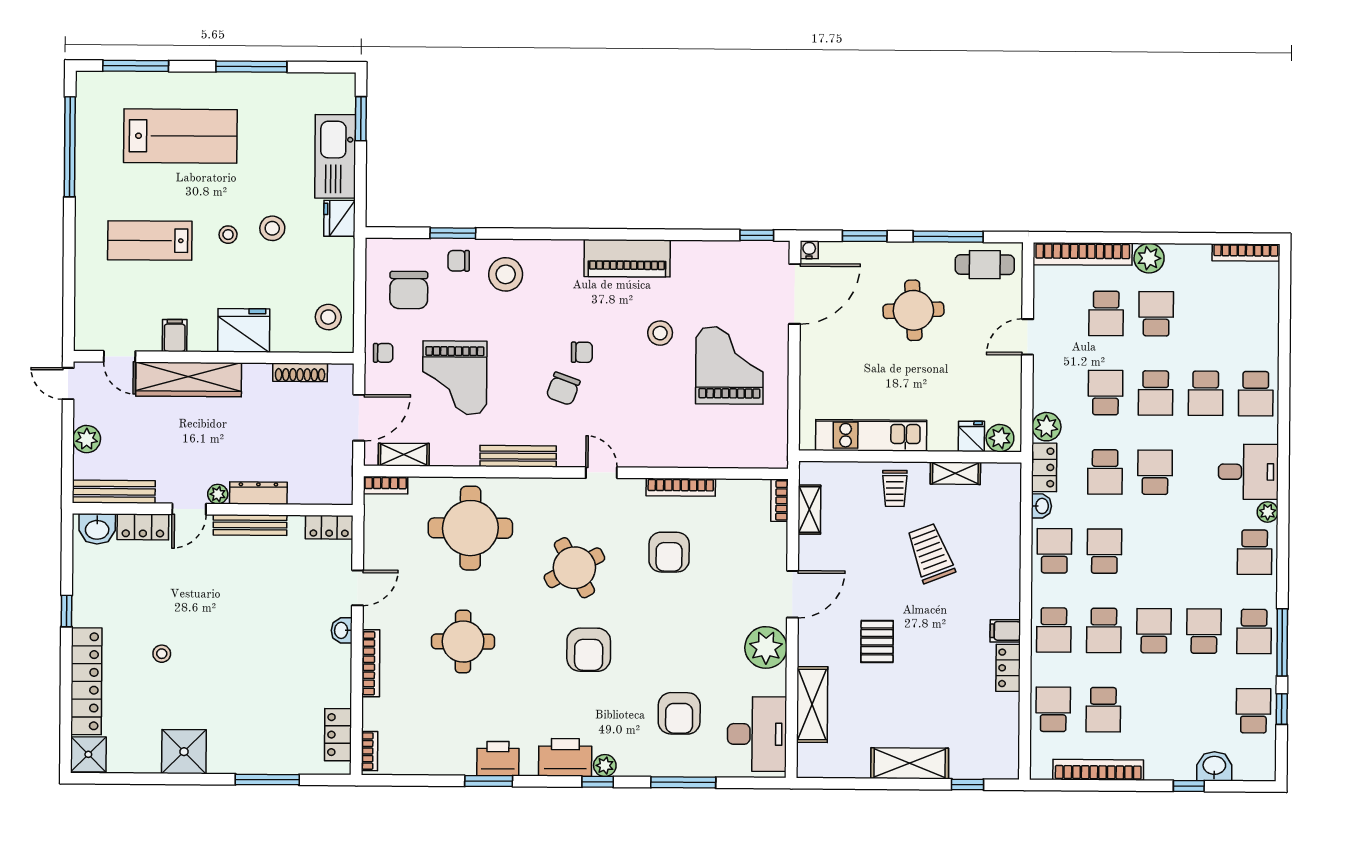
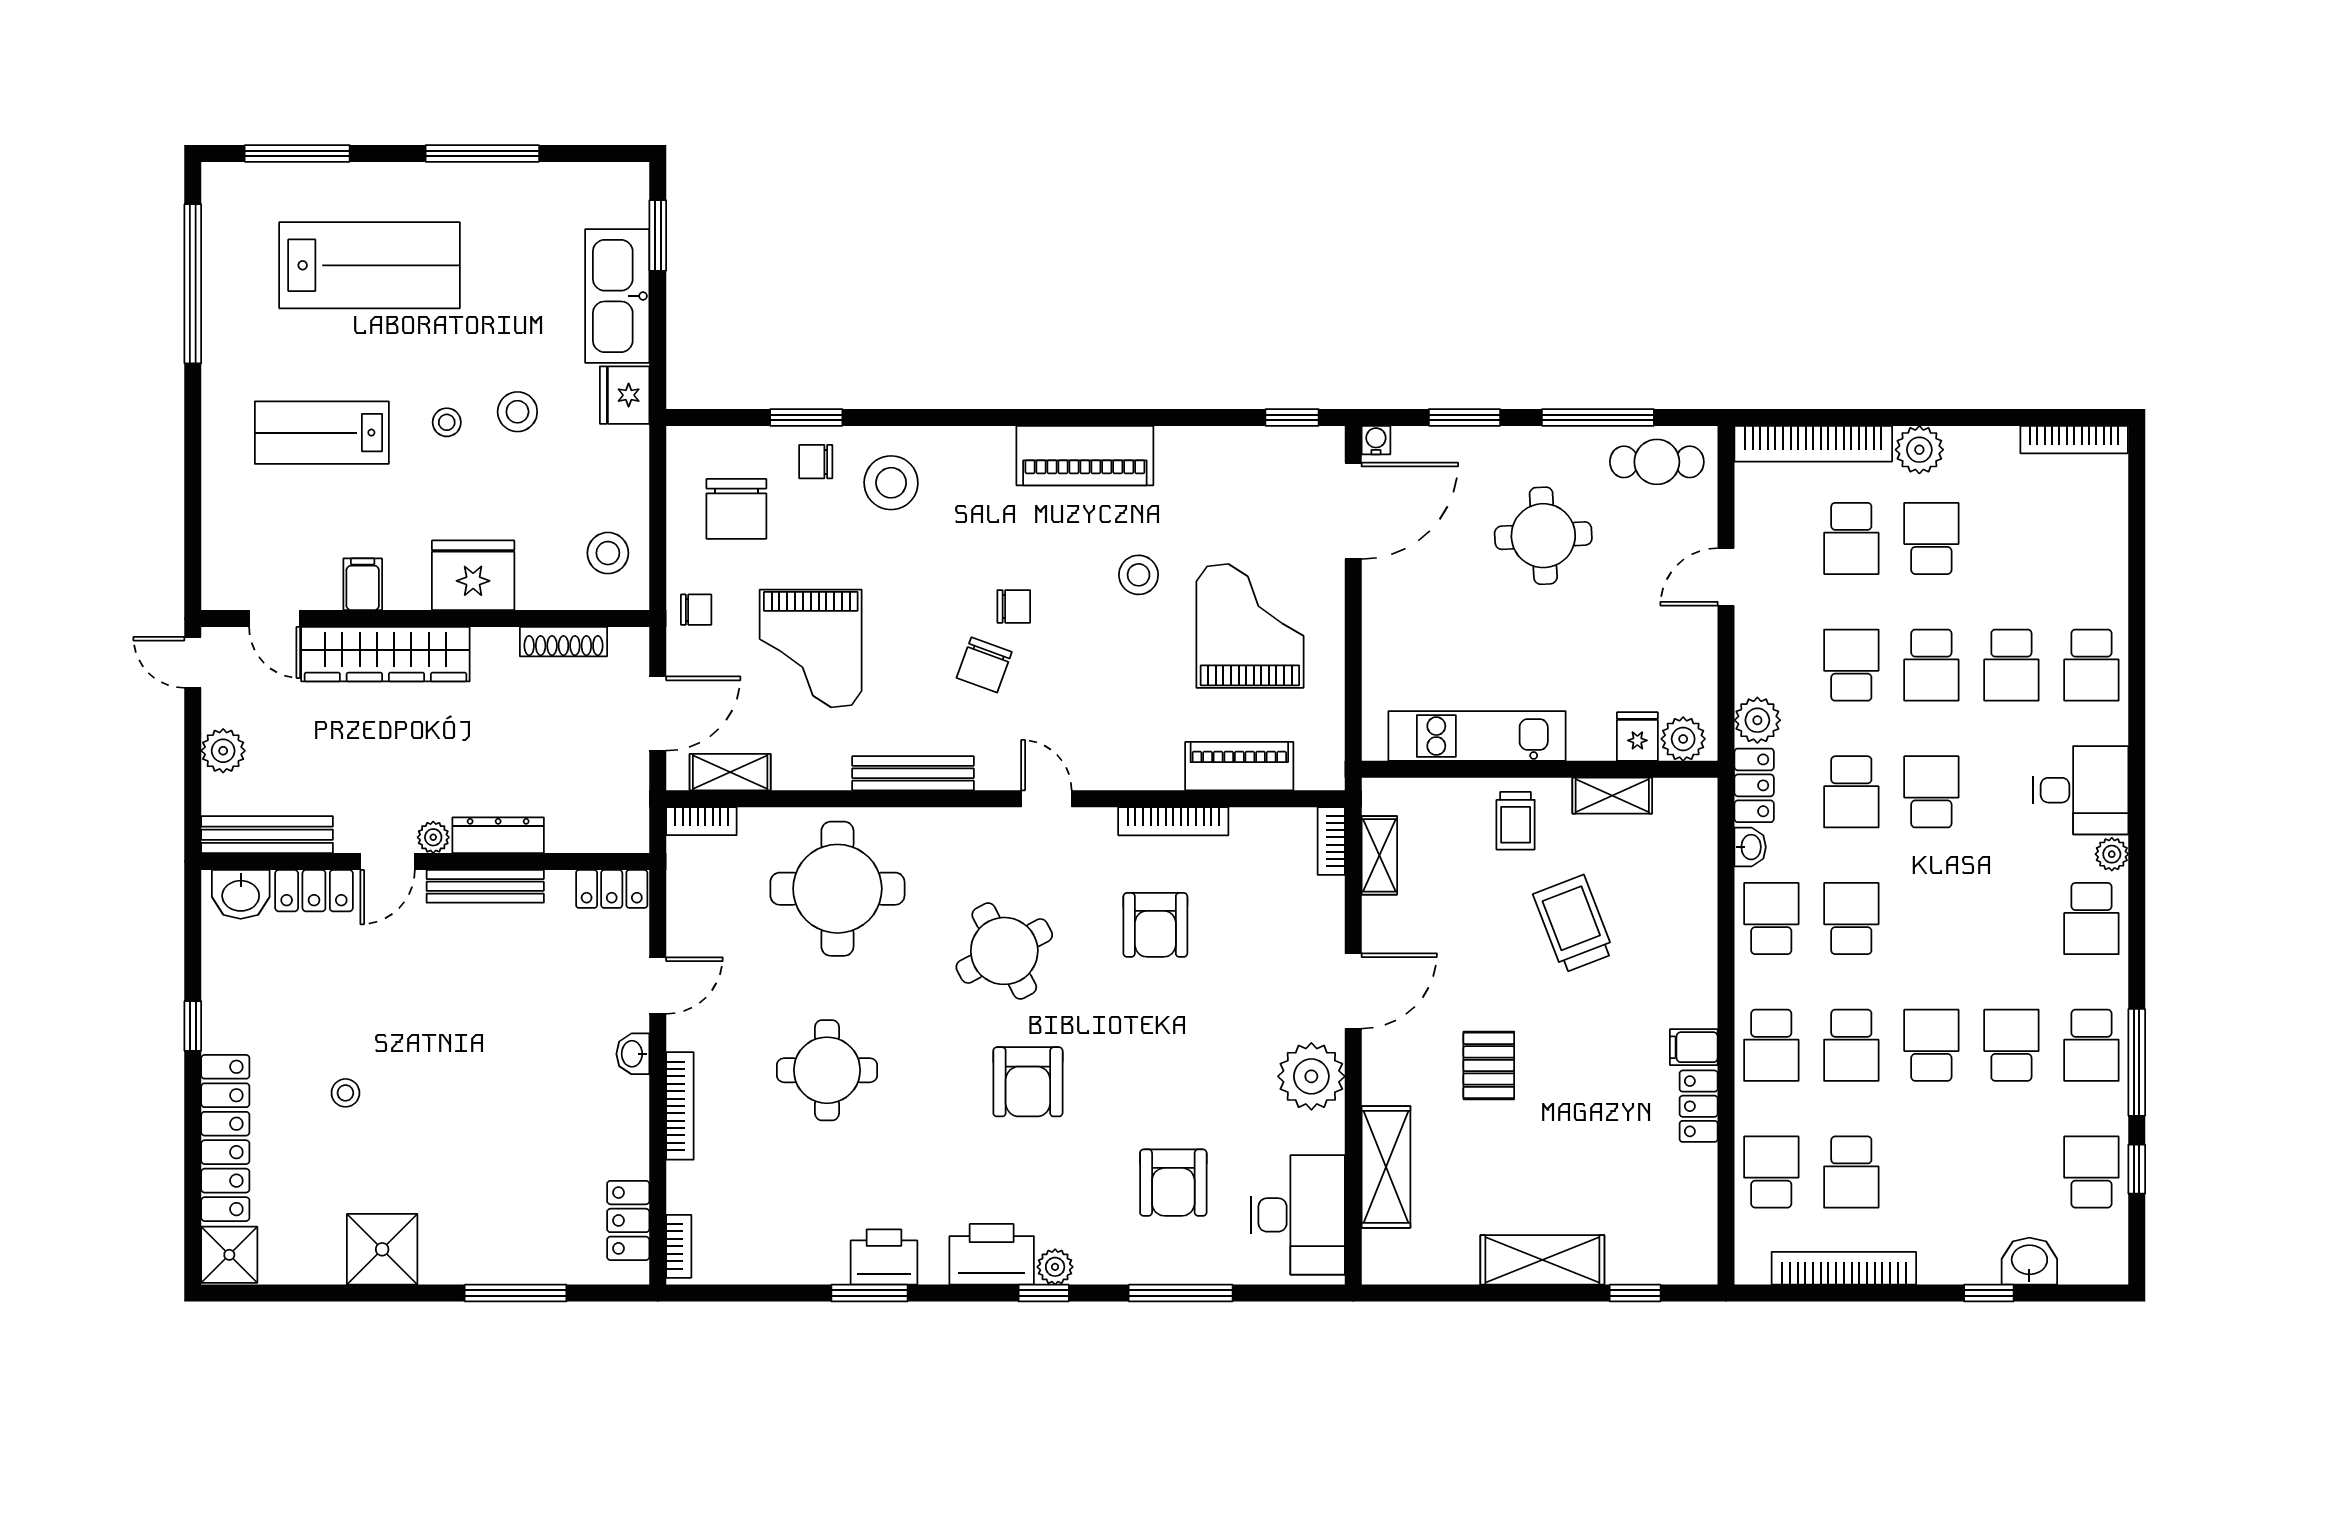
piano: (722, 453) -> (1239, 766), added

